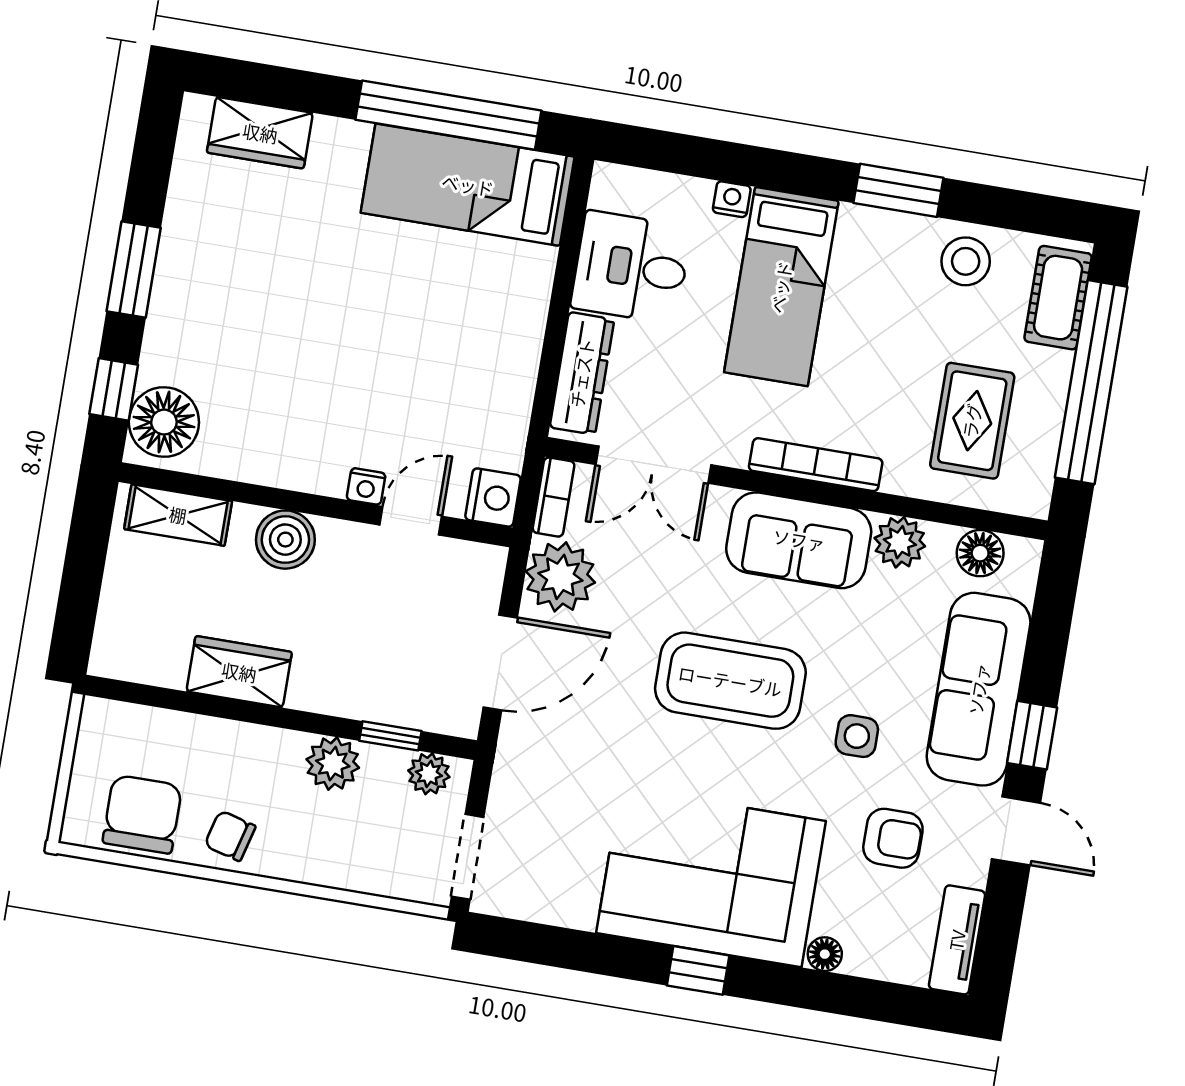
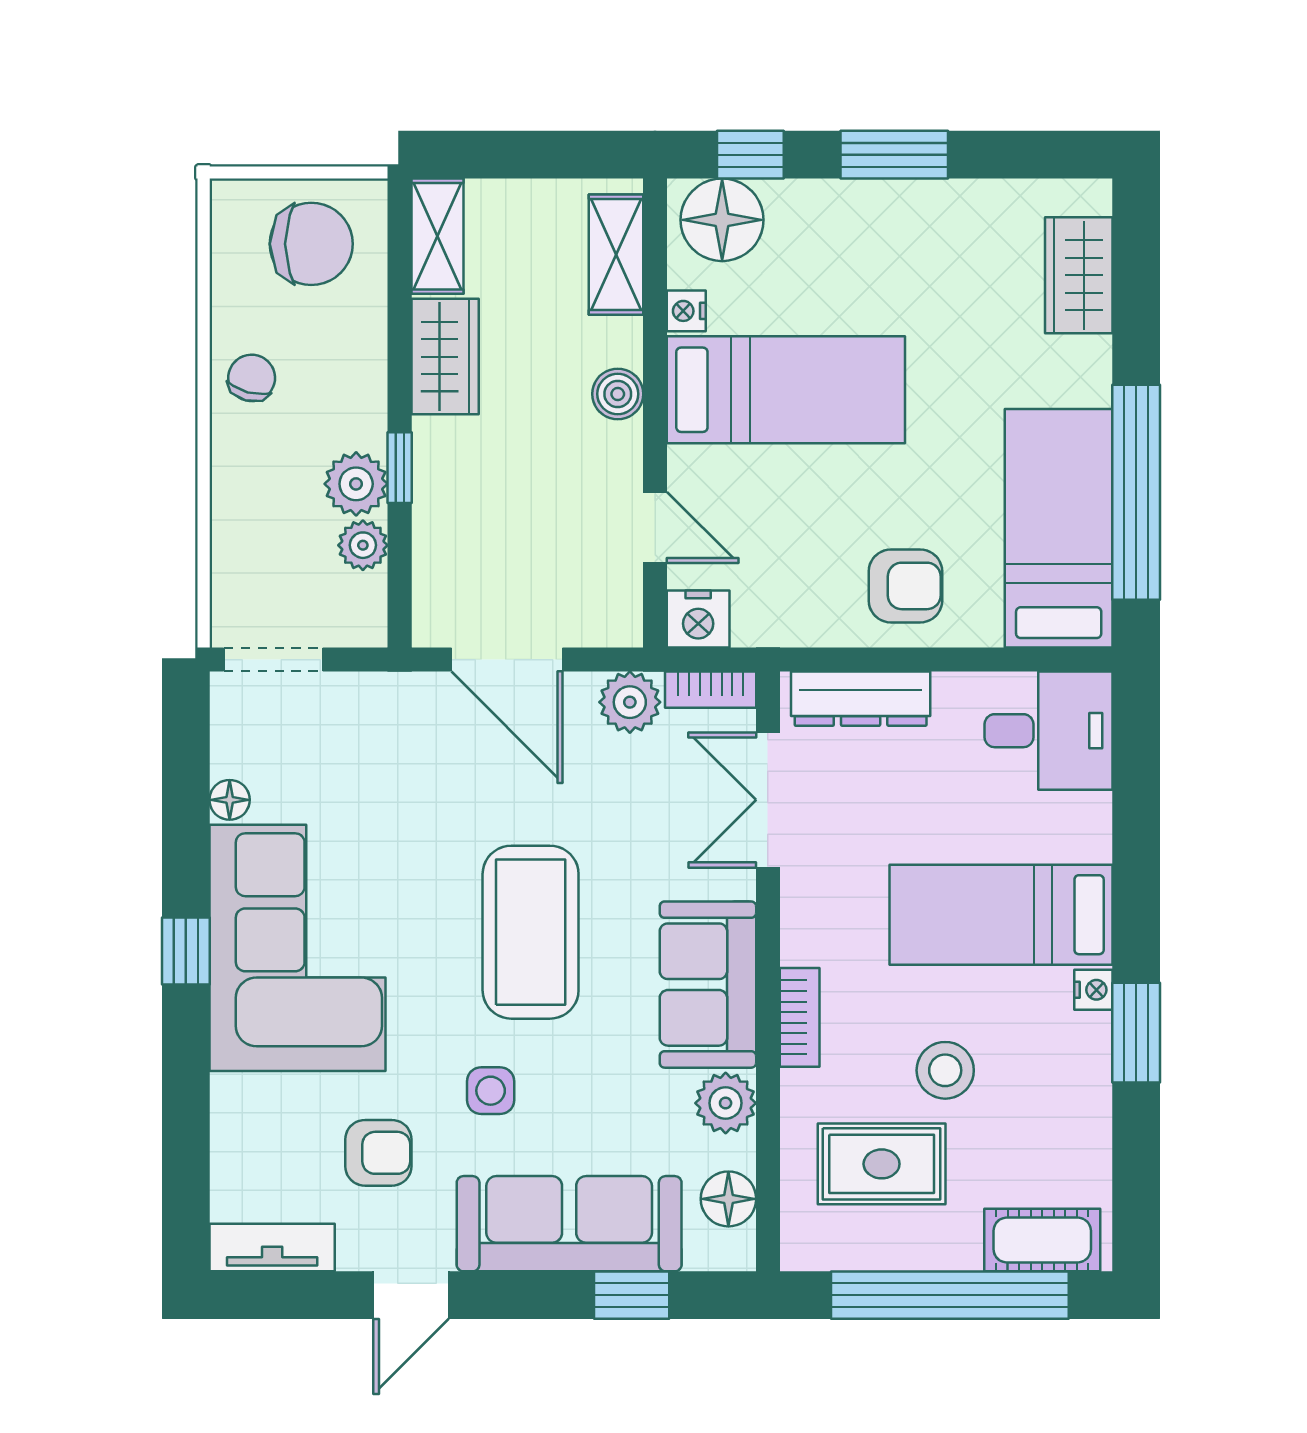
nightstand: (732, 199) -> (1093, 990), moved
stool: (966, 261) -> (945, 1070), moved
desk: (631, 267) -> (1049, 731), moved, turned 90
armchair: (494, 320) -> (905, 586), added
bed: (314, 392) -> (786, 390), added
bookcase: (816, 465) -> (800, 1017), width x0.64
nightstand: (366, 486) -> (686, 311), moved
boiler: (285, 540) -> (618, 394), width x0.73, depth x0.73
plant: (560, 577) -> (630, 702), width x0.73, depth x0.73
shelving: (138, 661) -> (437, 236), added
window: (1032, 735) -> (632, 1295), moved
window: (390, 736) -> (400, 468), moved
plant: (429, 774) -> (363, 545), moved
chair: (142, 814) -> (311, 244), moved
armchair: (893, 838) -> (378, 1153), turned -90
floor lamp: (825, 954) -> (230, 800), moved

